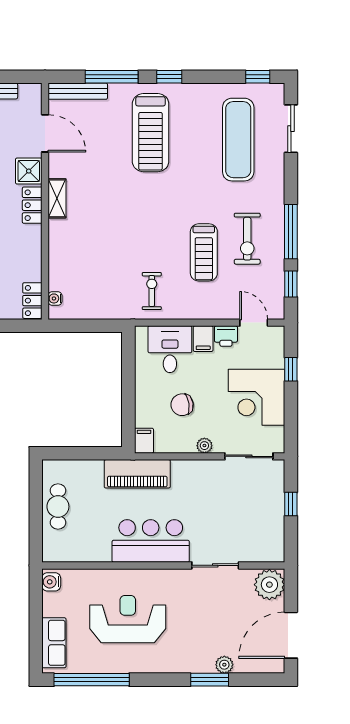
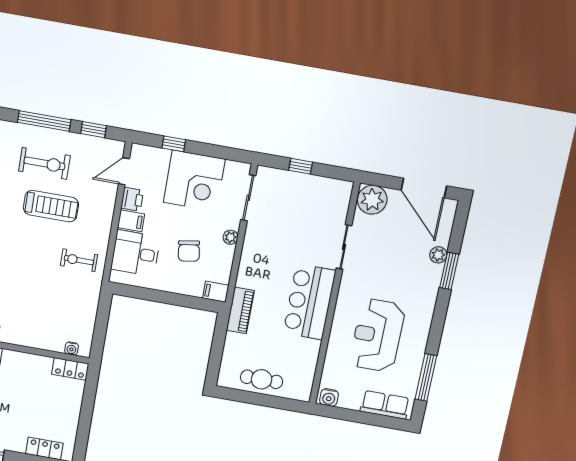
piano: (137, 474) -> (240, 311), width x0.73, depth x0.75
window: (92, 680) -> (426, 378), width x0.68

